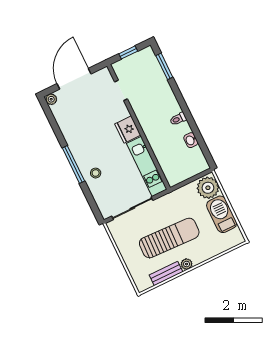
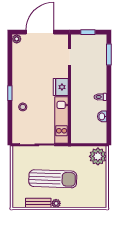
window: (73, 164) -> (10, 93), width x0.46
barbecue: (222, 214) -> (98, 180), removed

